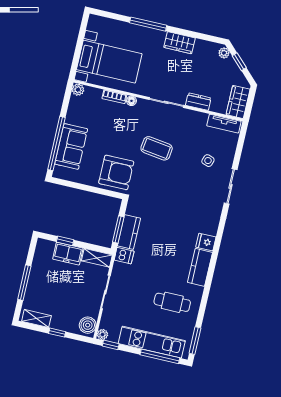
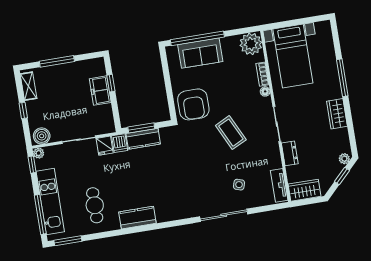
plant: (78, 90) -> (251, 44), width x1.87, depth x1.87
coffee table: (157, 148) -> (231, 133), turned -34
sliding door: (231, 186) -> (224, 215), width x1.37
fridge: (206, 242) -> (105, 146), moved, turned 180
shelving: (97, 258) -> (107, 119), removed

